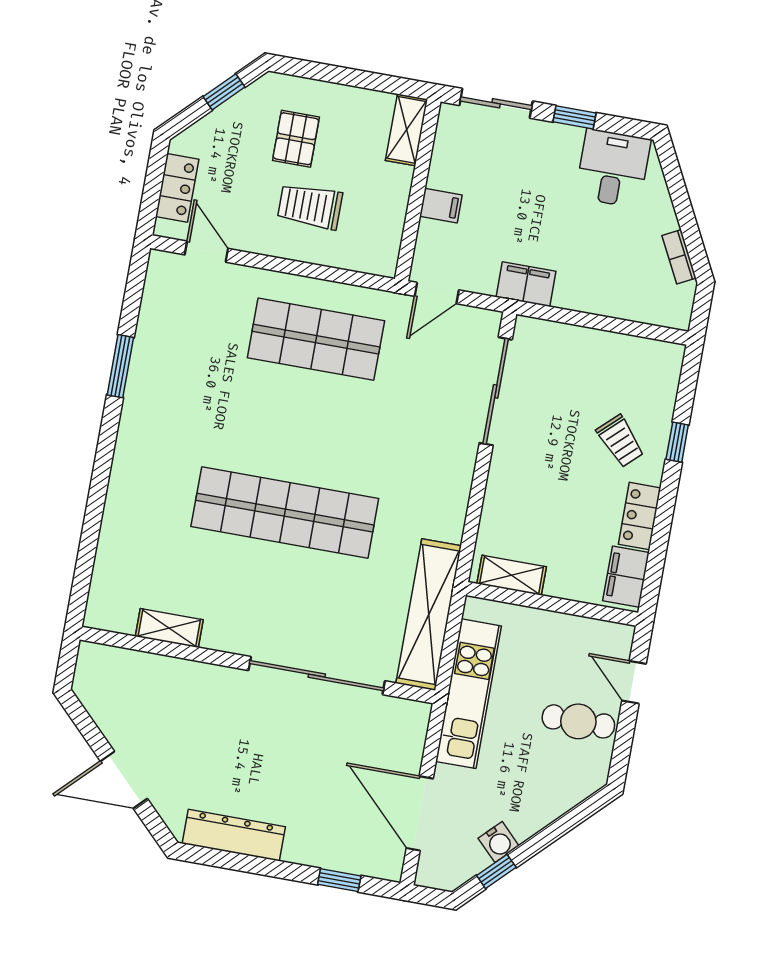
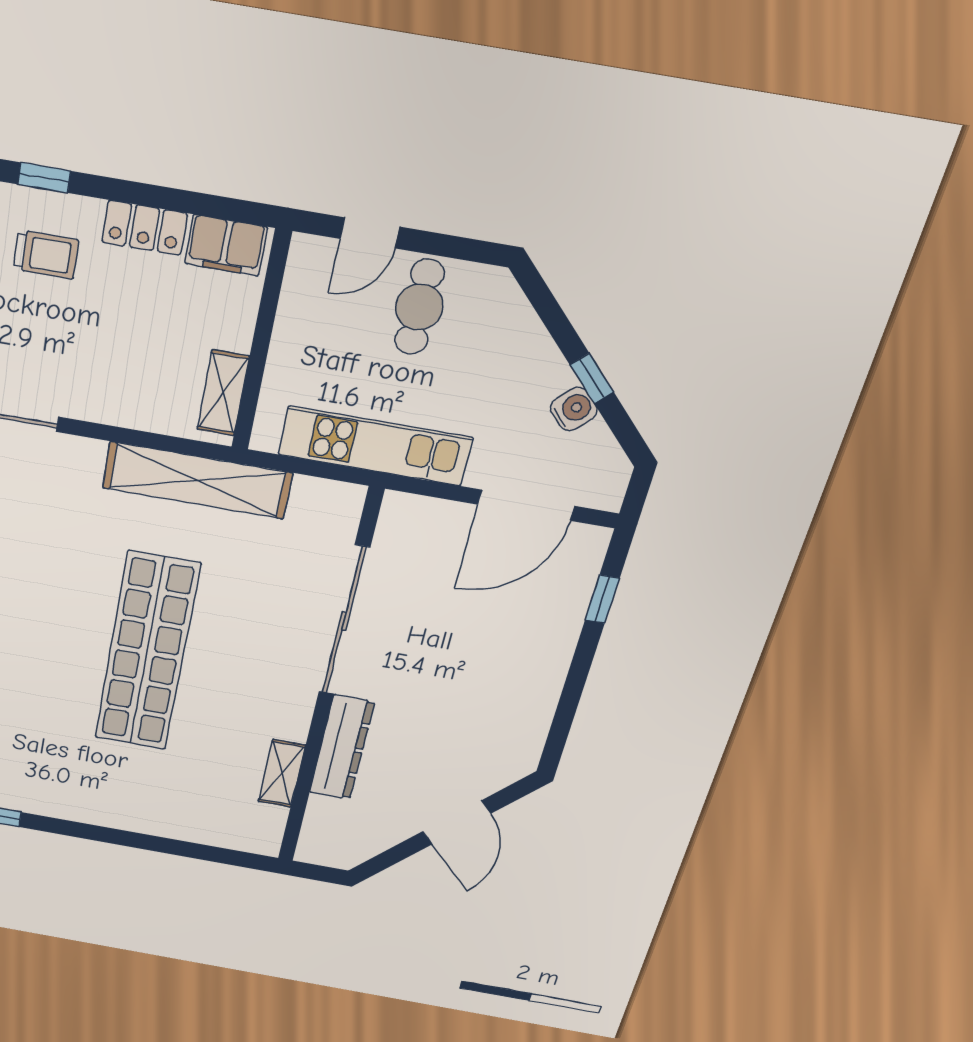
trolley: (620, 441) -> (46, 255), turned 43
shelving: (429, 615) -> (197, 480), moved
dresser: (234, 835) -> (342, 748), moved, turned 180
window: (496, 871) -> (592, 378), moved

